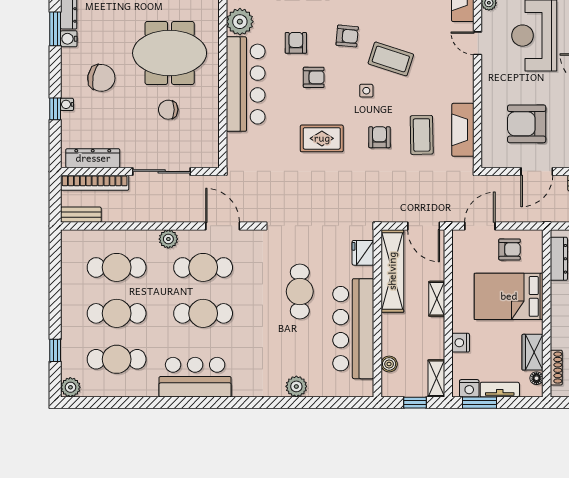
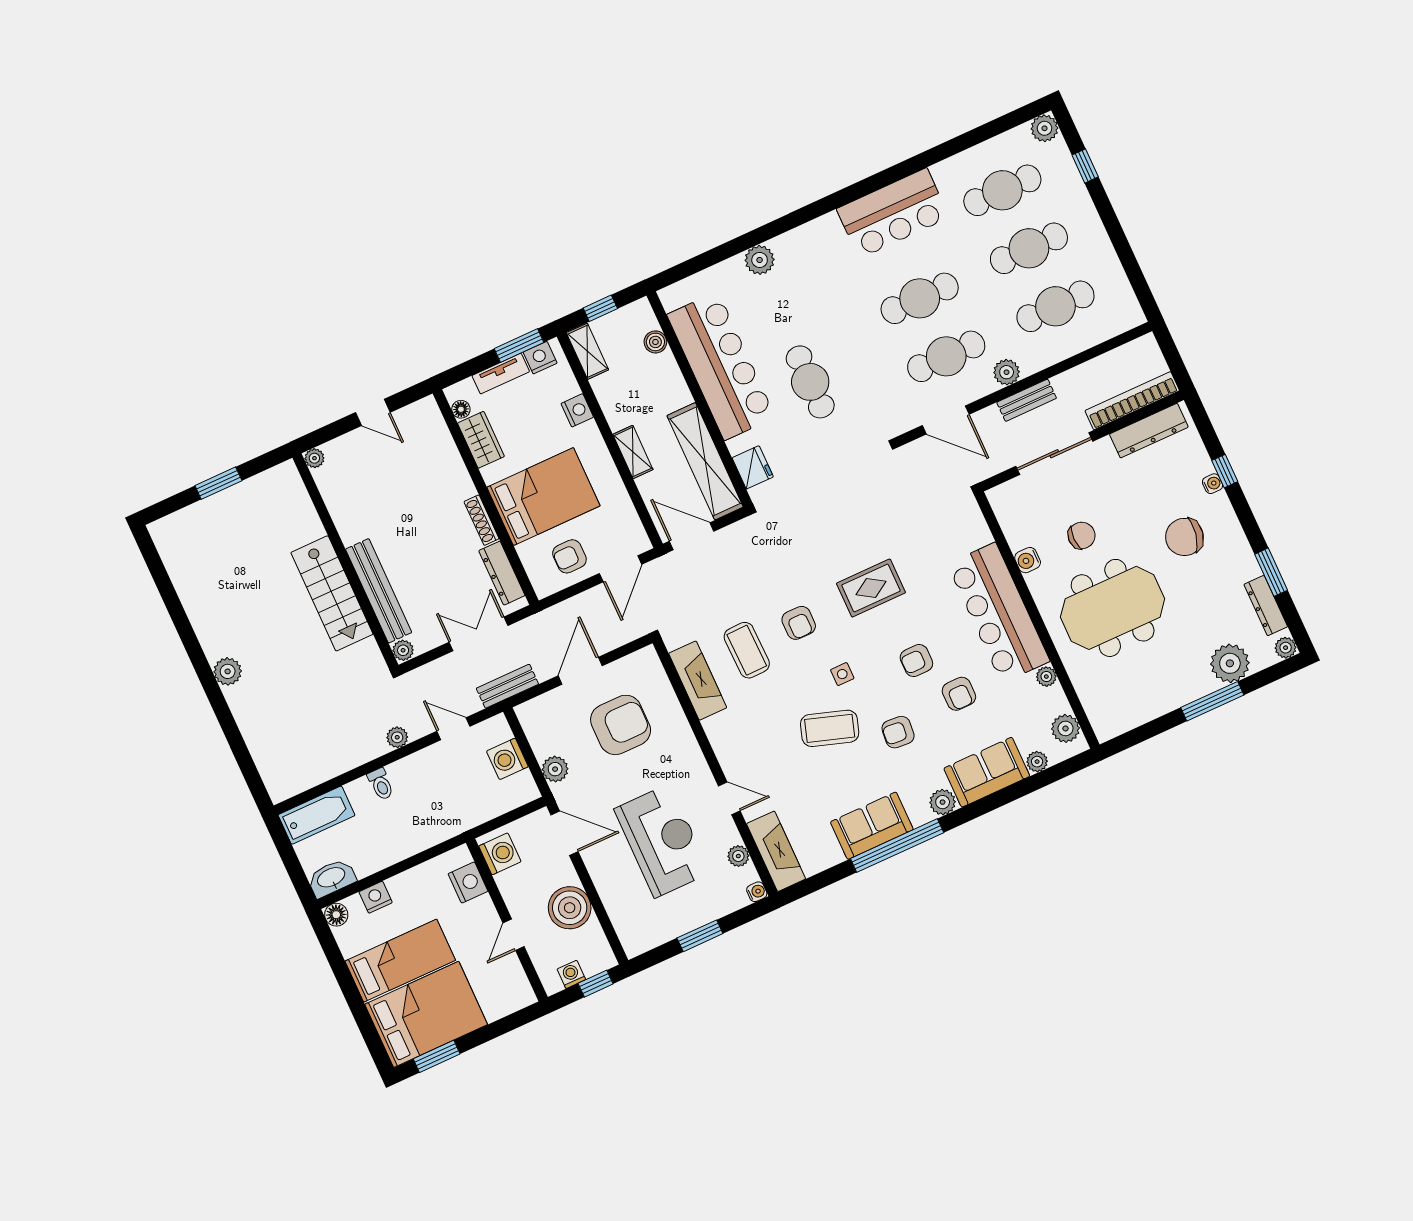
plant: (240, 22) -> (1046, 677), width x0.53, depth x0.53
water cooler: (69, 39) -> (1028, 560), moved, turned 180
bench: (81, 215) -> (1027, 400), moved
shoe rack: (556, 368) -> (482, 520), moved

